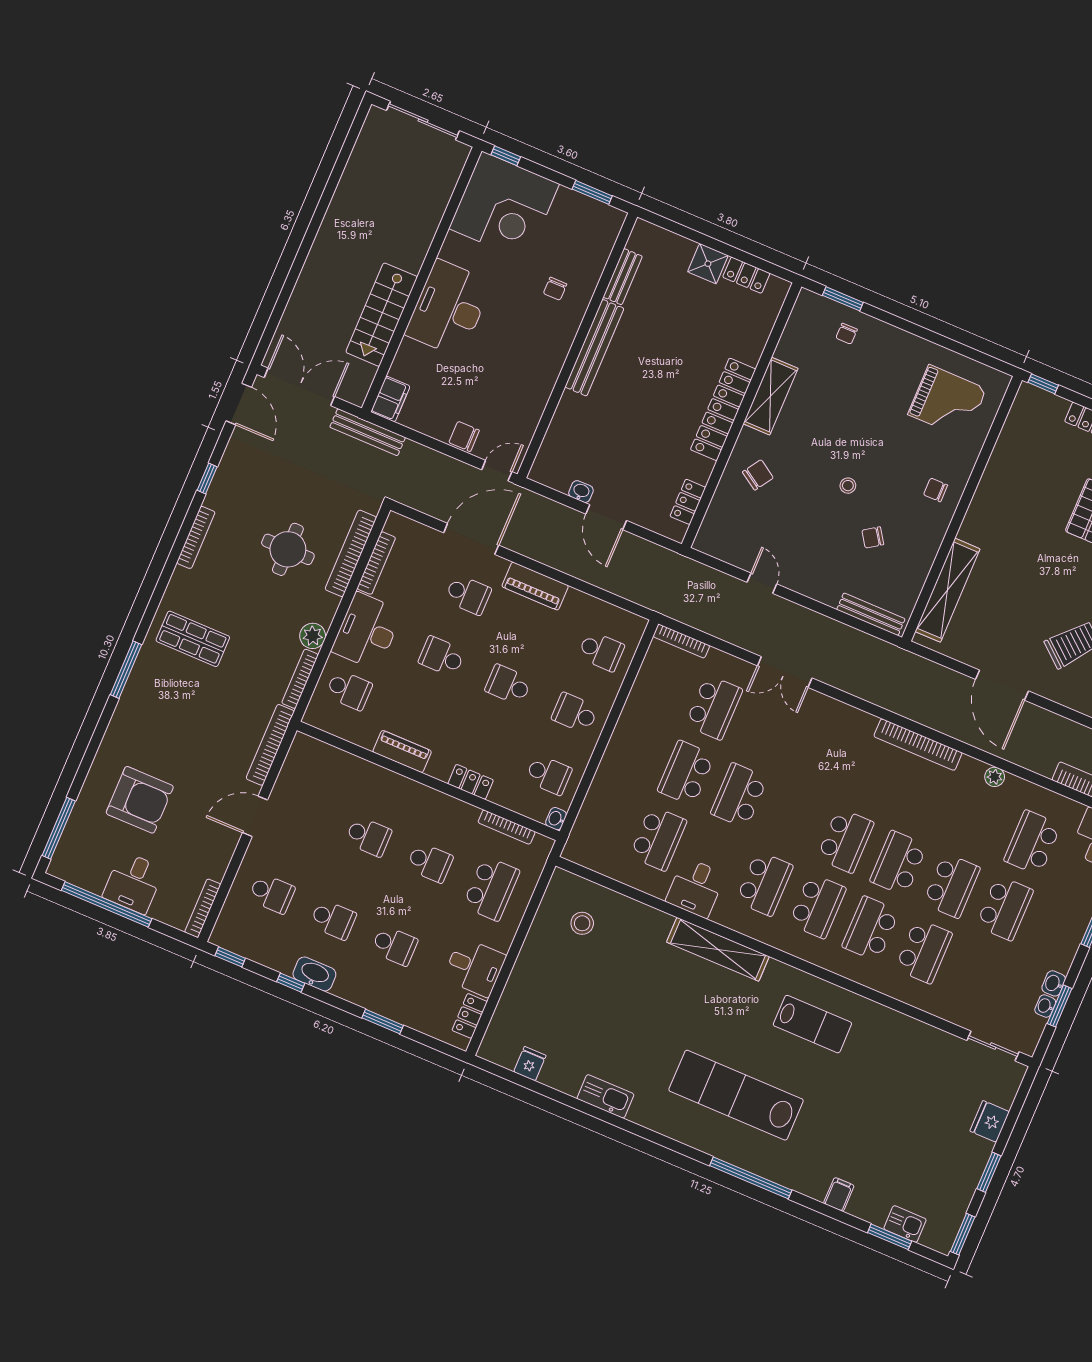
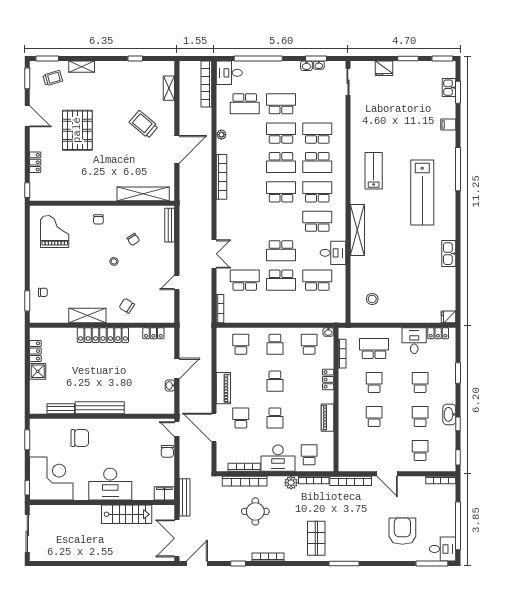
chair: (555, 289) -> (80, 438), width x1.87, depth x1.87
desk: (133, 883) -> (443, 549), moved
fridge: (530, 1064) -> (448, 317), moved

